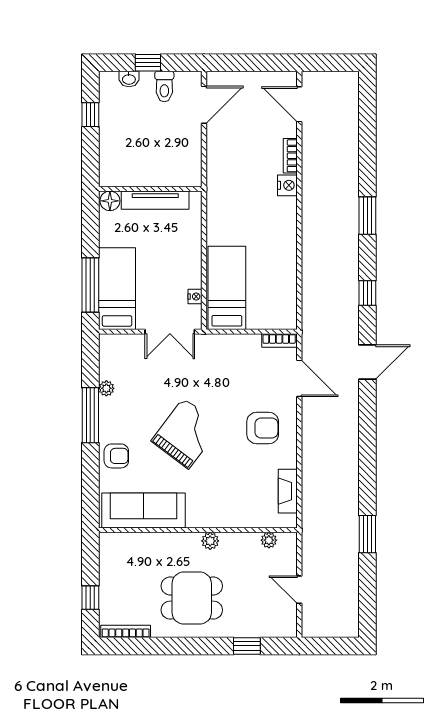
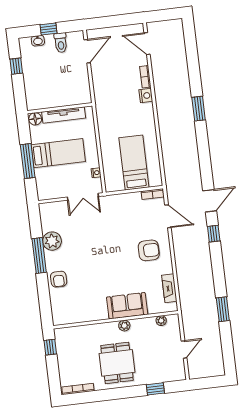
window: (90, 285) -> (28, 161), moved
bed: (227, 288) -> (134, 163), moved
bed: (117, 289) -> (58, 153), moved, turned 90
window: (367, 293) -> (214, 234), moved
plant: (106, 388) -> (52, 241), width x1.88, depth x1.88
grand piano: (186, 434) -> (101, 260), removed
armchair: (116, 456) -> (59, 279), turned 90
sofa: (144, 510) -> (127, 306), moved, width x0.73
door: (299, 590) -> (184, 349), swing flipped
window: (90, 598) -> (50, 347), moved
dining table: (192, 598) -> (117, 363), turned 90

